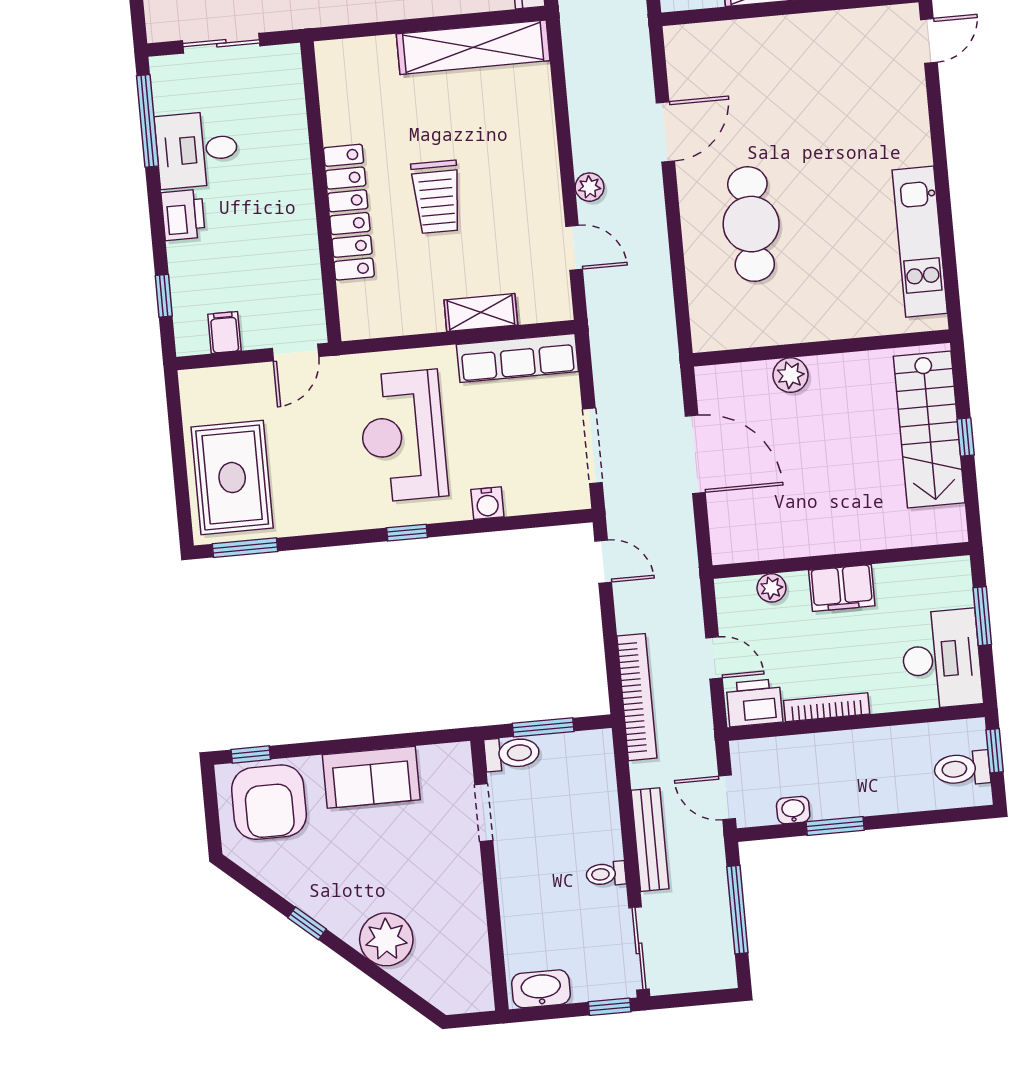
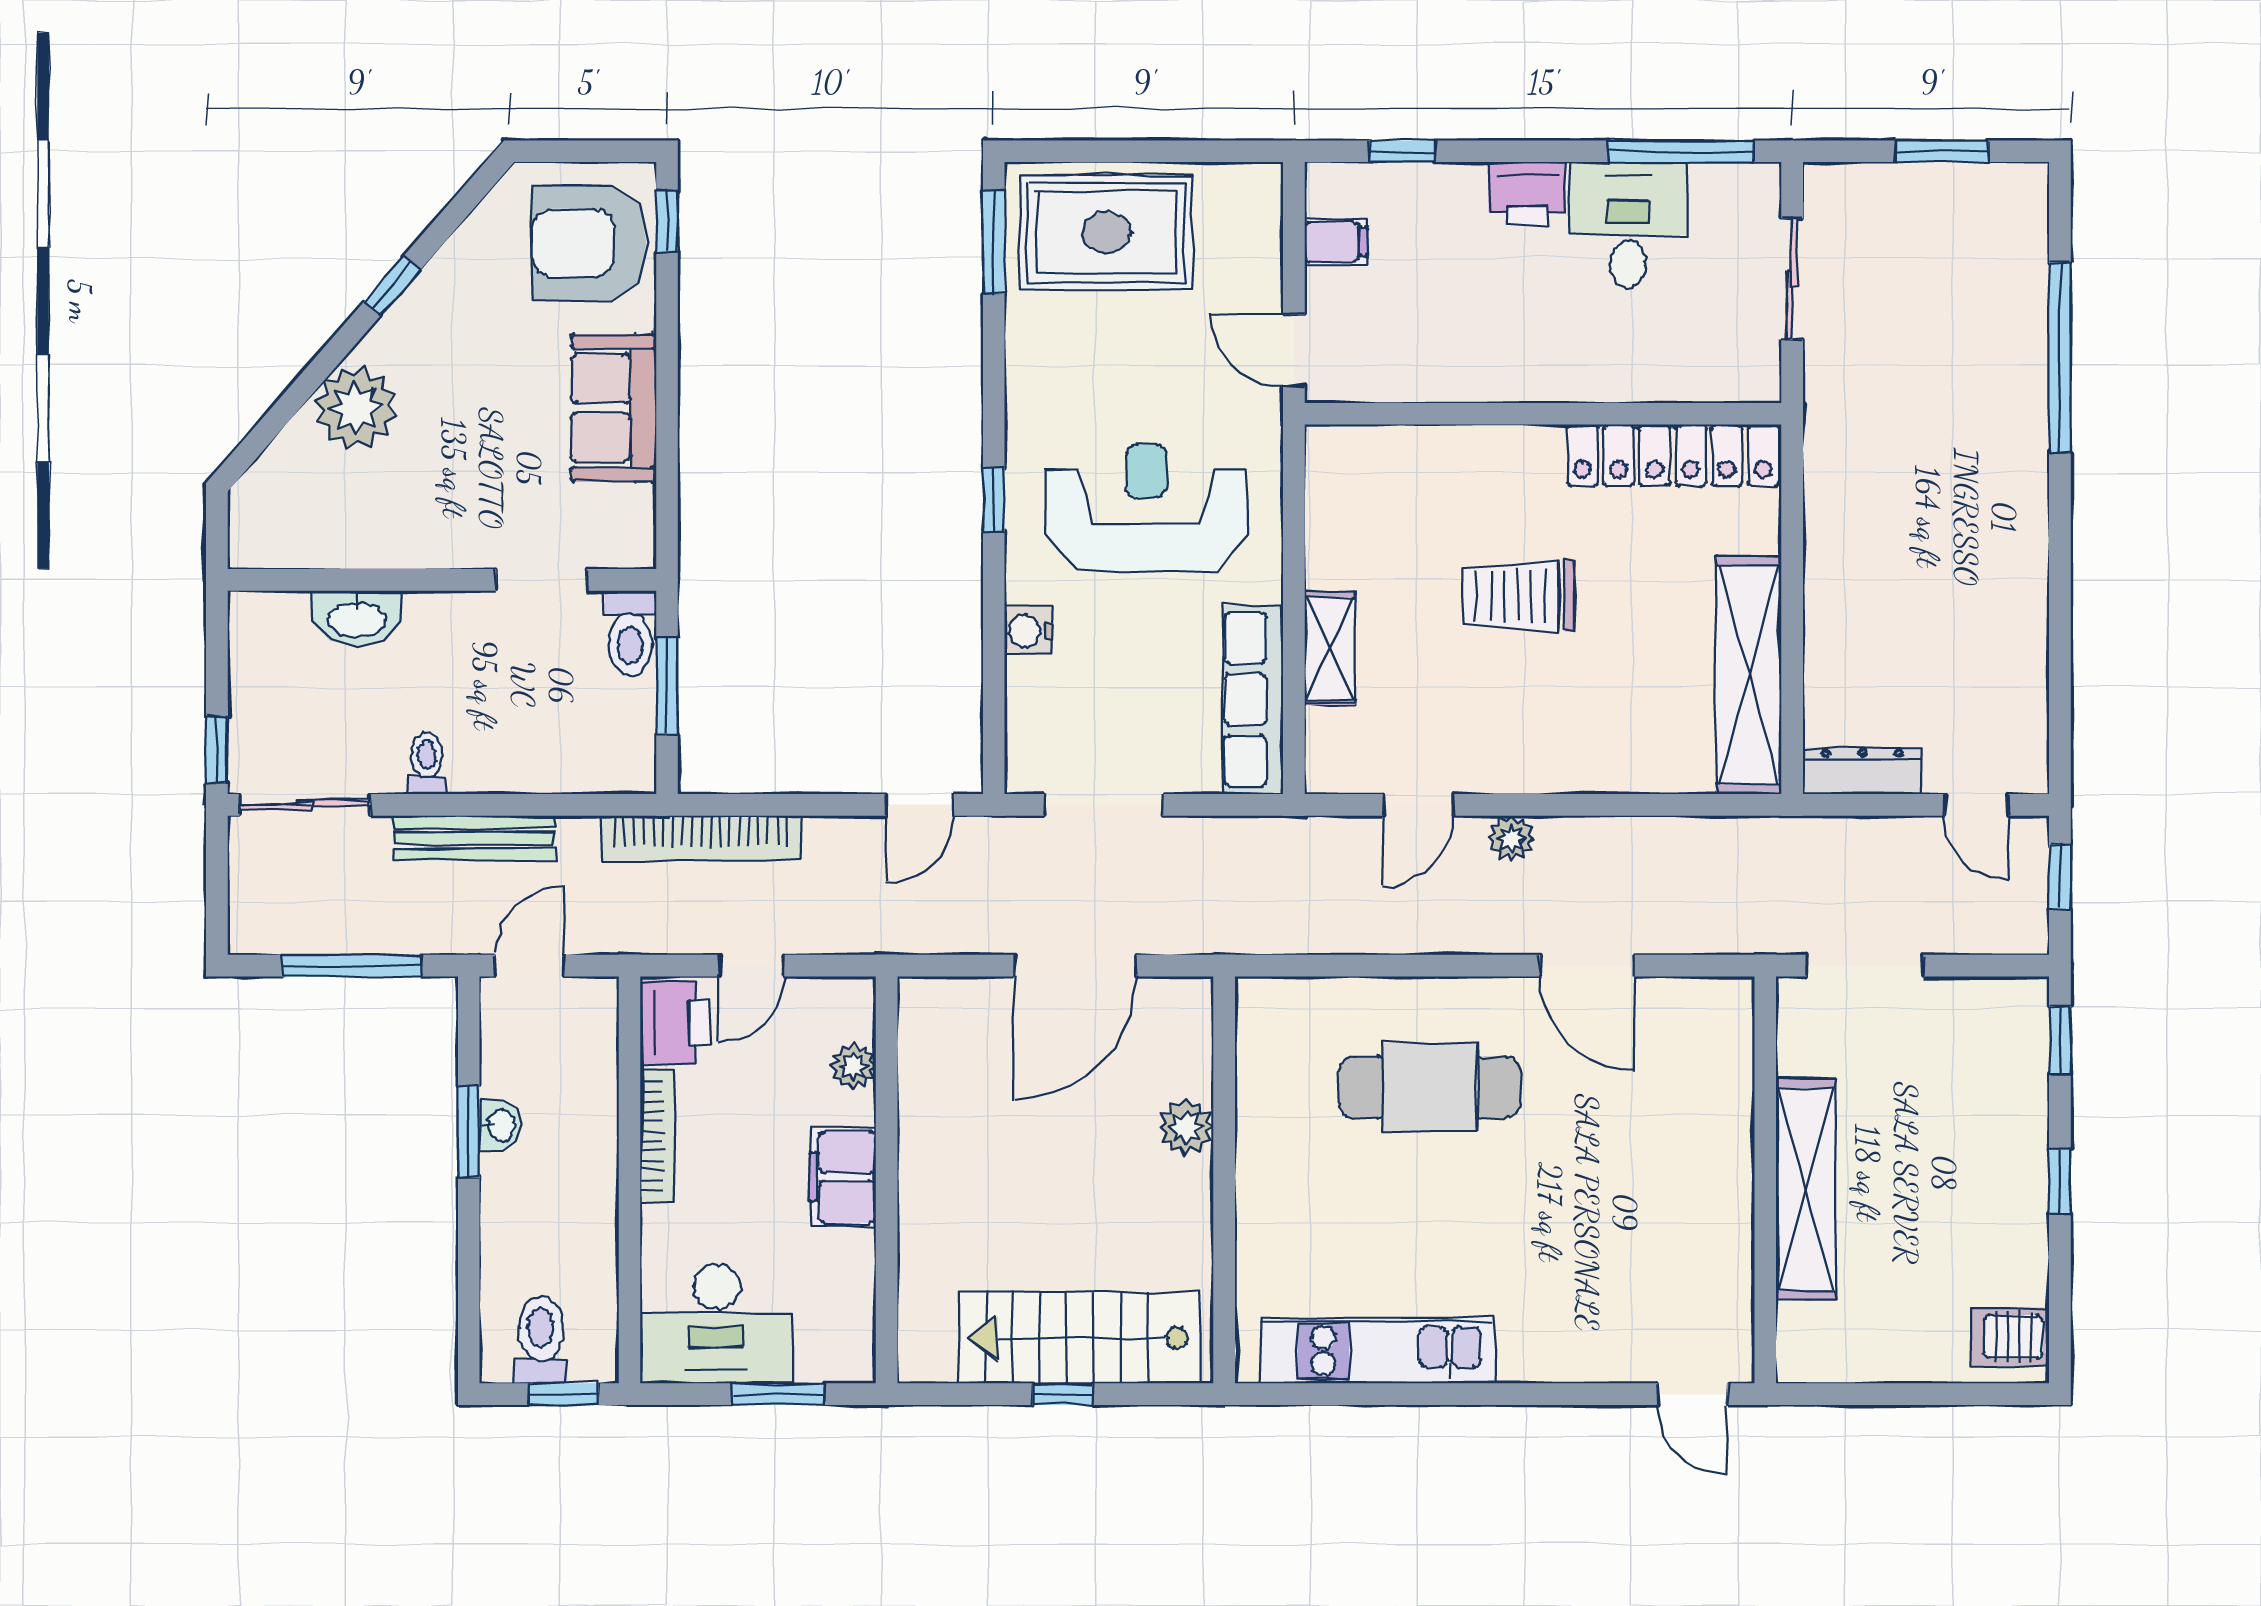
locker: (349, 212) -> (1673, 455), moved
washbasin: (793, 810) -> (500, 1125), moved
washbasin: (541, 989) -> (357, 618), moved, turned 90

